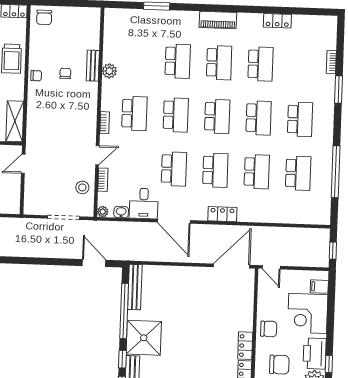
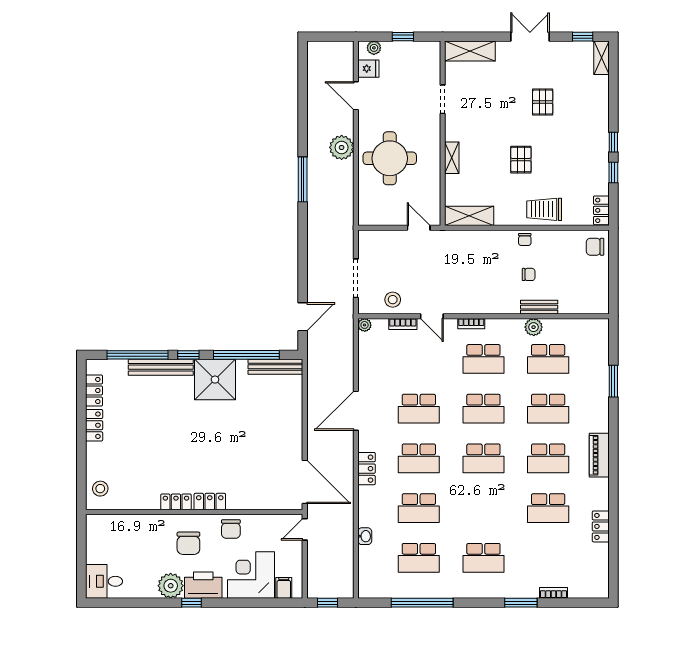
school desk: (259, 118) -> (548, 359), moved
desk: (144, 203) -> (376, 374), removed
washbasin: (121, 212) -> (365, 536), moved

